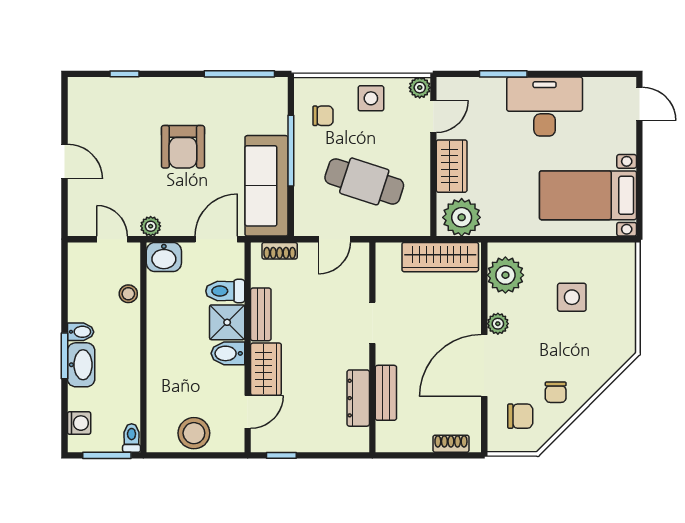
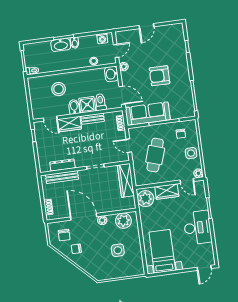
wardrobe: (440, 257) -> (126, 180), moved
bench: (386, 393) -> (62, 177), width x1.36
washing machine: (79, 423) -> (102, 38), moved
stool: (194, 433) -> (59, 89), moved

